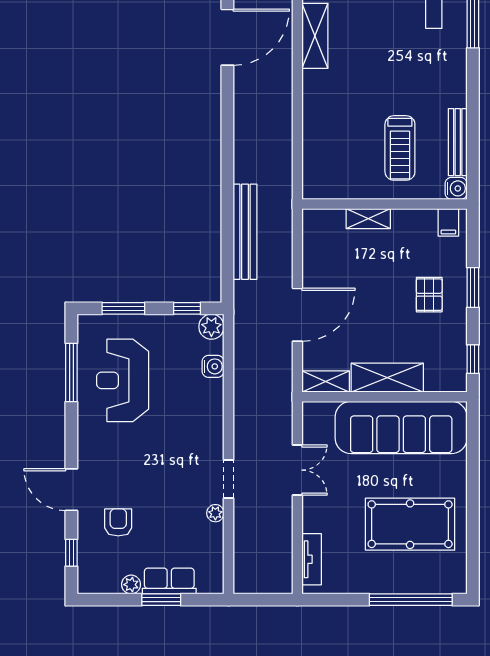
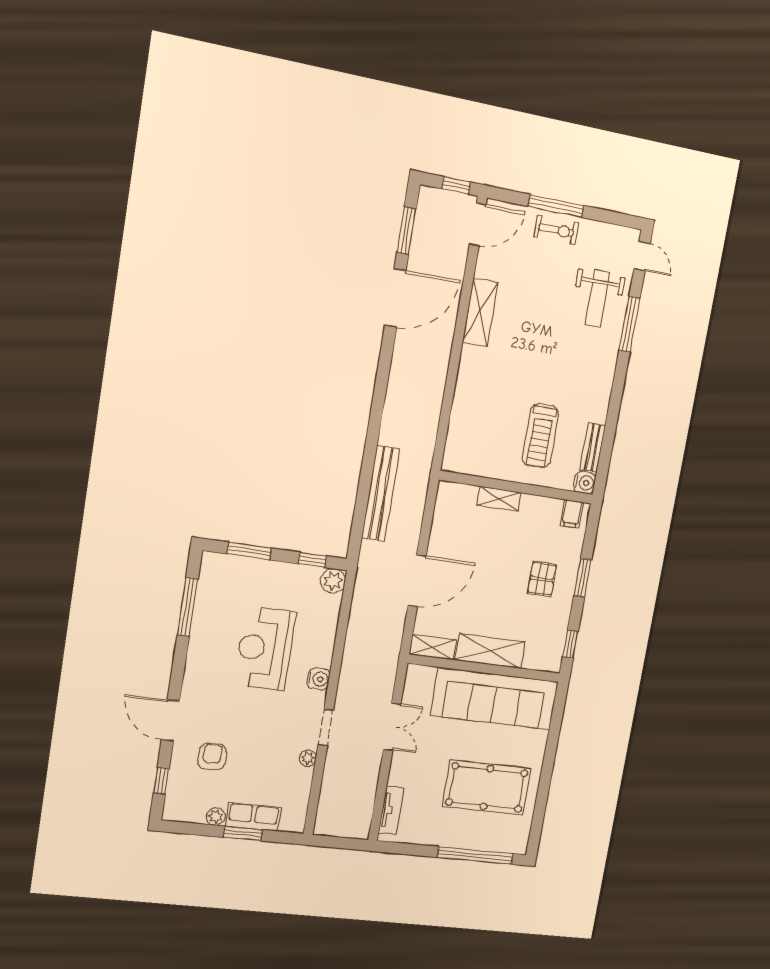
bench: (458, 142) -> (593, 447), width x0.73
water cooler: (213, 366) -> (319, 679), moved
reception desk: (123, 380) -> (265, 649), moved

